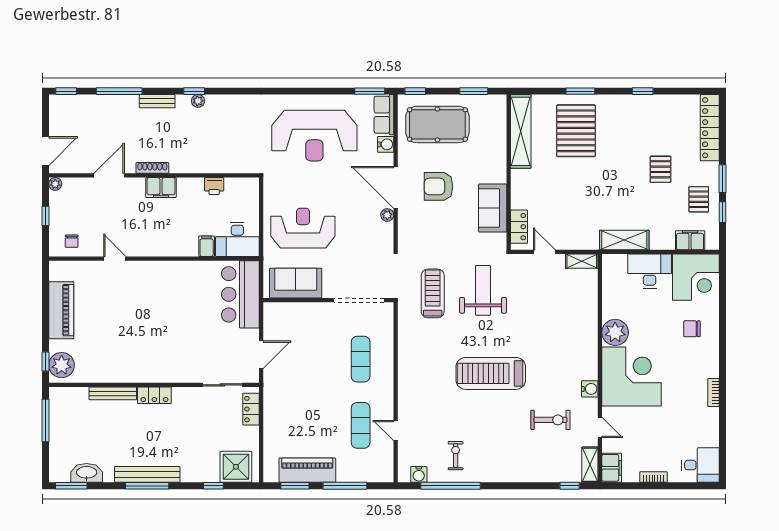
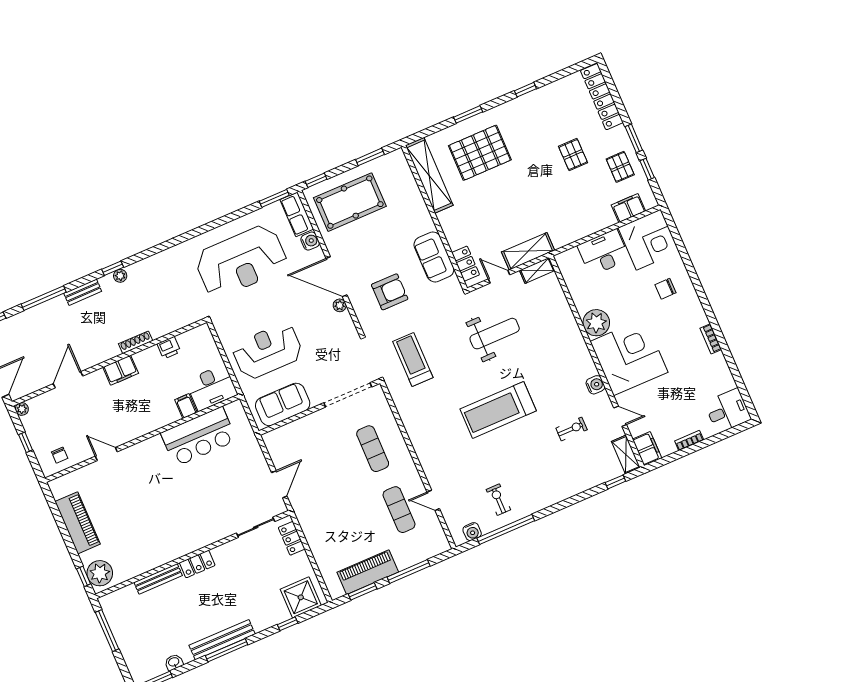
pallet: (576, 131) -> (480, 153), turned 90
shoe rack: (152, 168) -> (136, 342), moved
armchair: (438, 186) -> (390, 292), moved, turned 180
shelving: (624, 240) -> (528, 251), moved
weight bench: (483, 290) -> (495, 334), moved, turned 90
bar counter: (240, 294) -> (199, 437), moved, turned -90
exercise bike: (550, 420) -> (572, 429), width x0.73, depth x0.72
washbasin: (87, 473) -> (174, 662), width x0.52, depth x0.69

